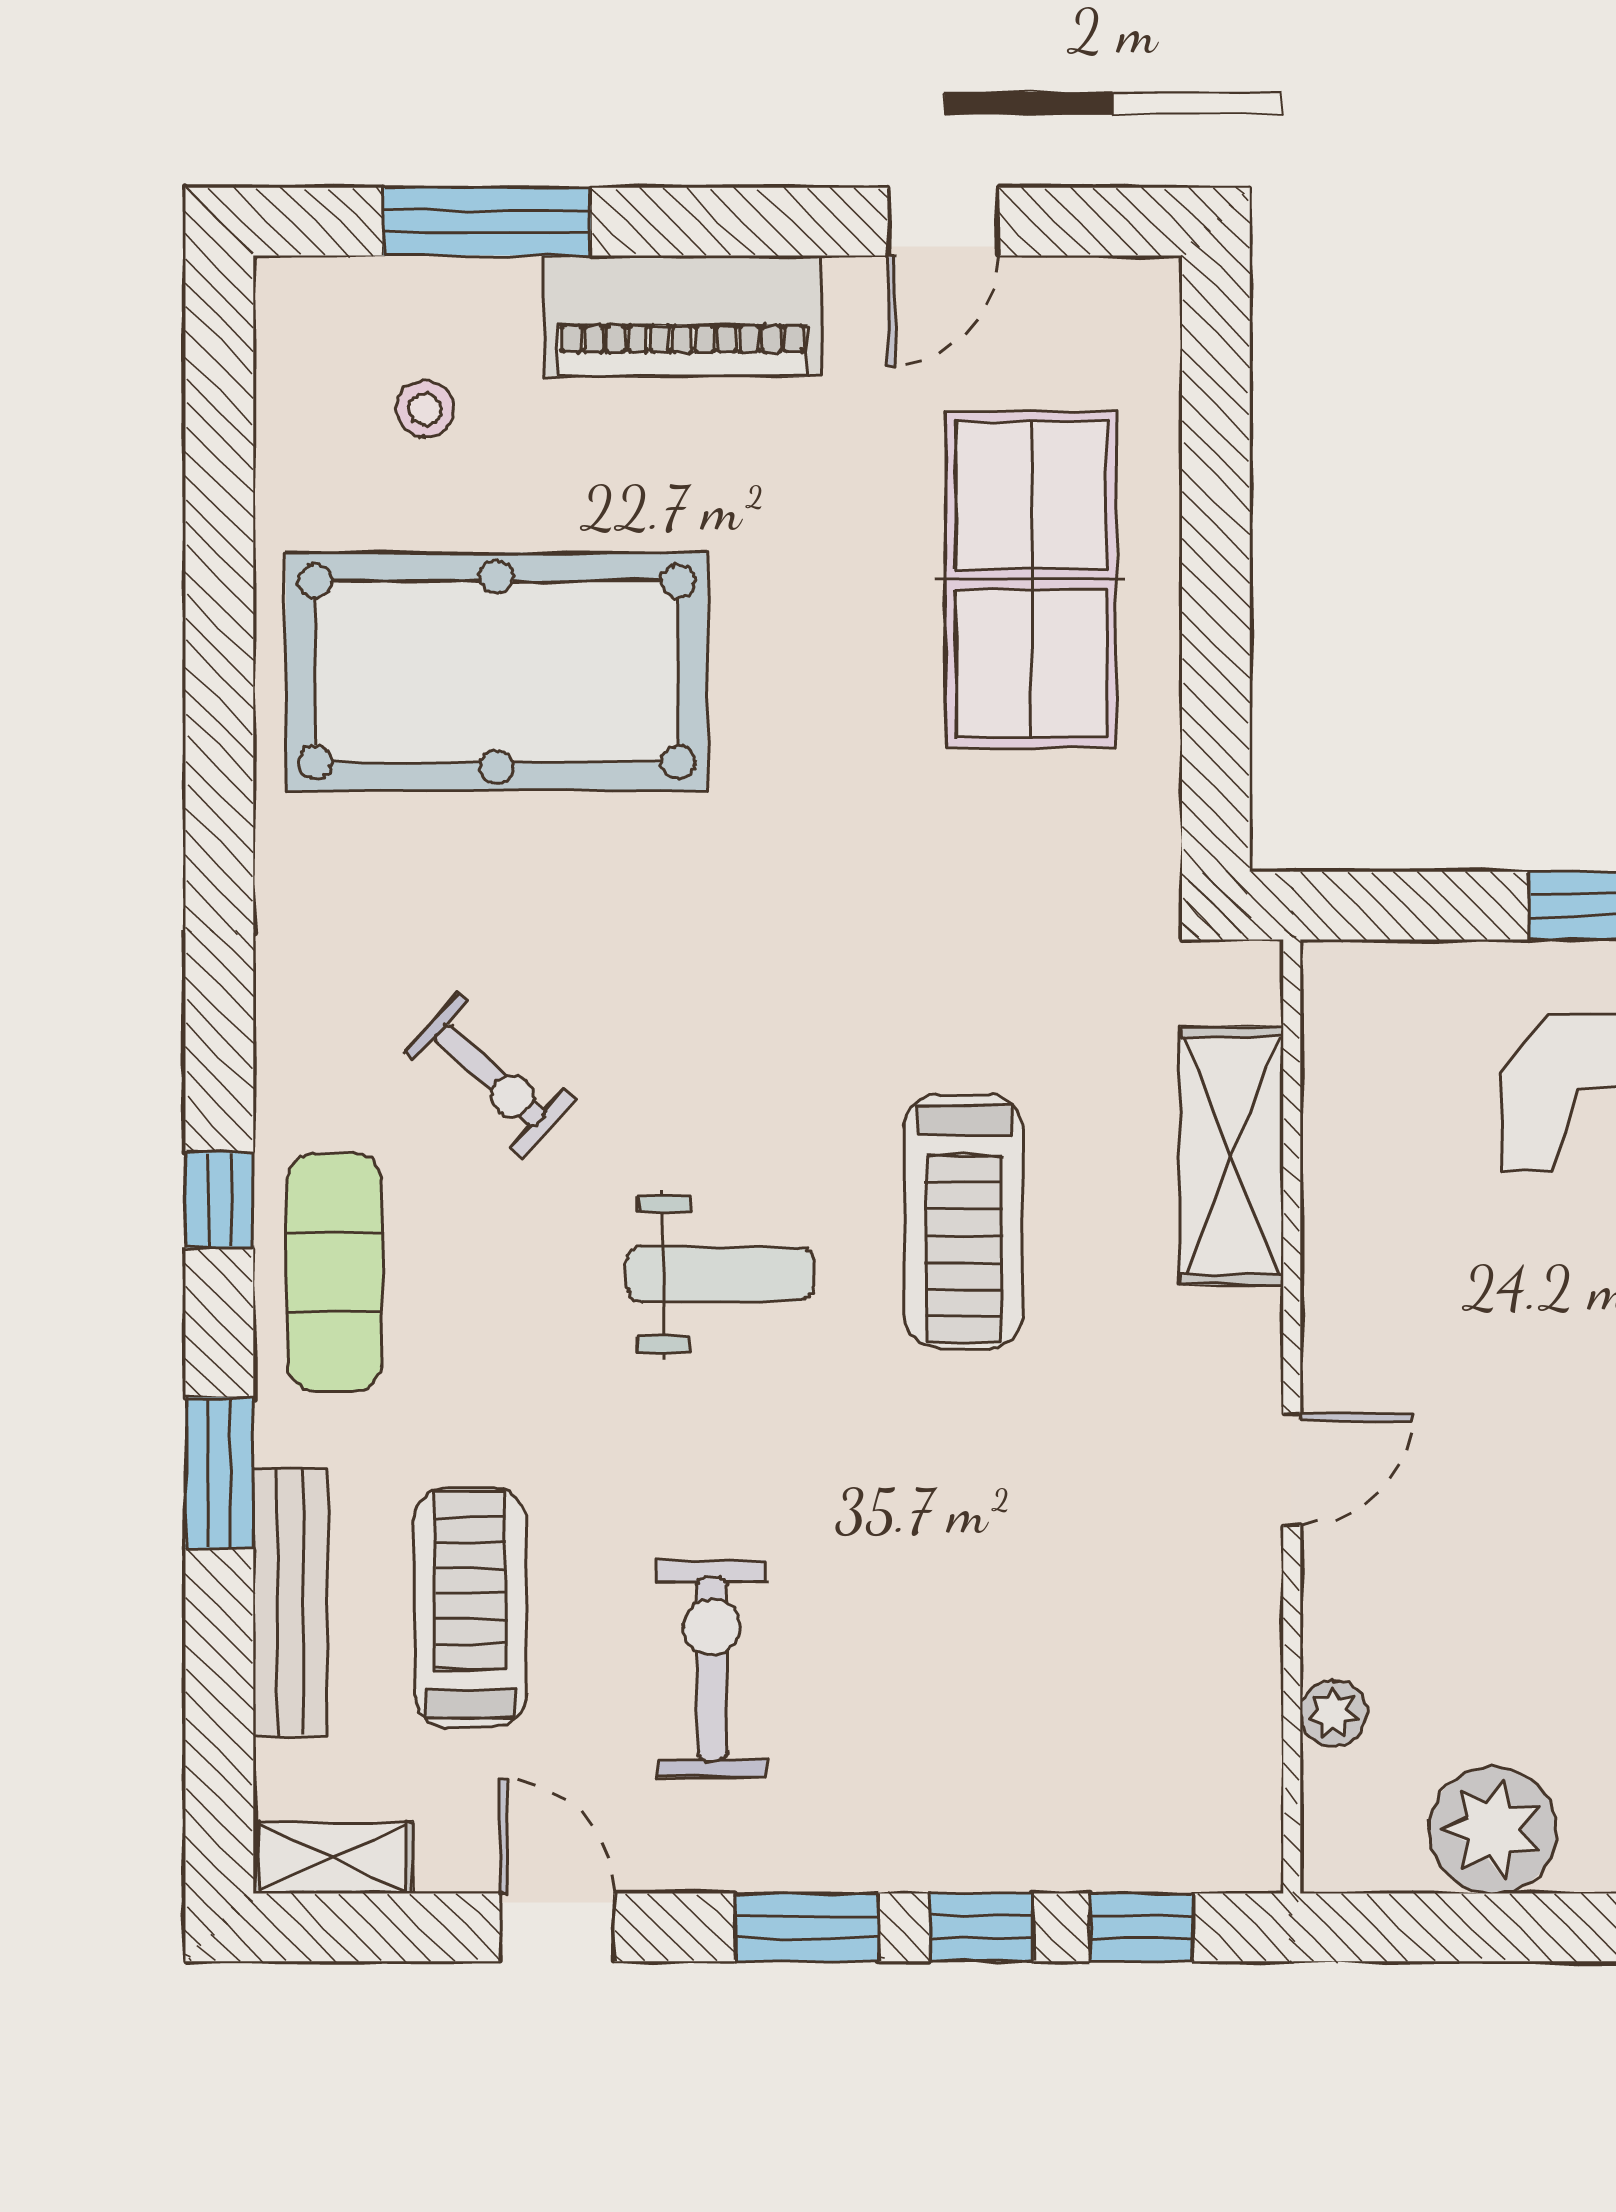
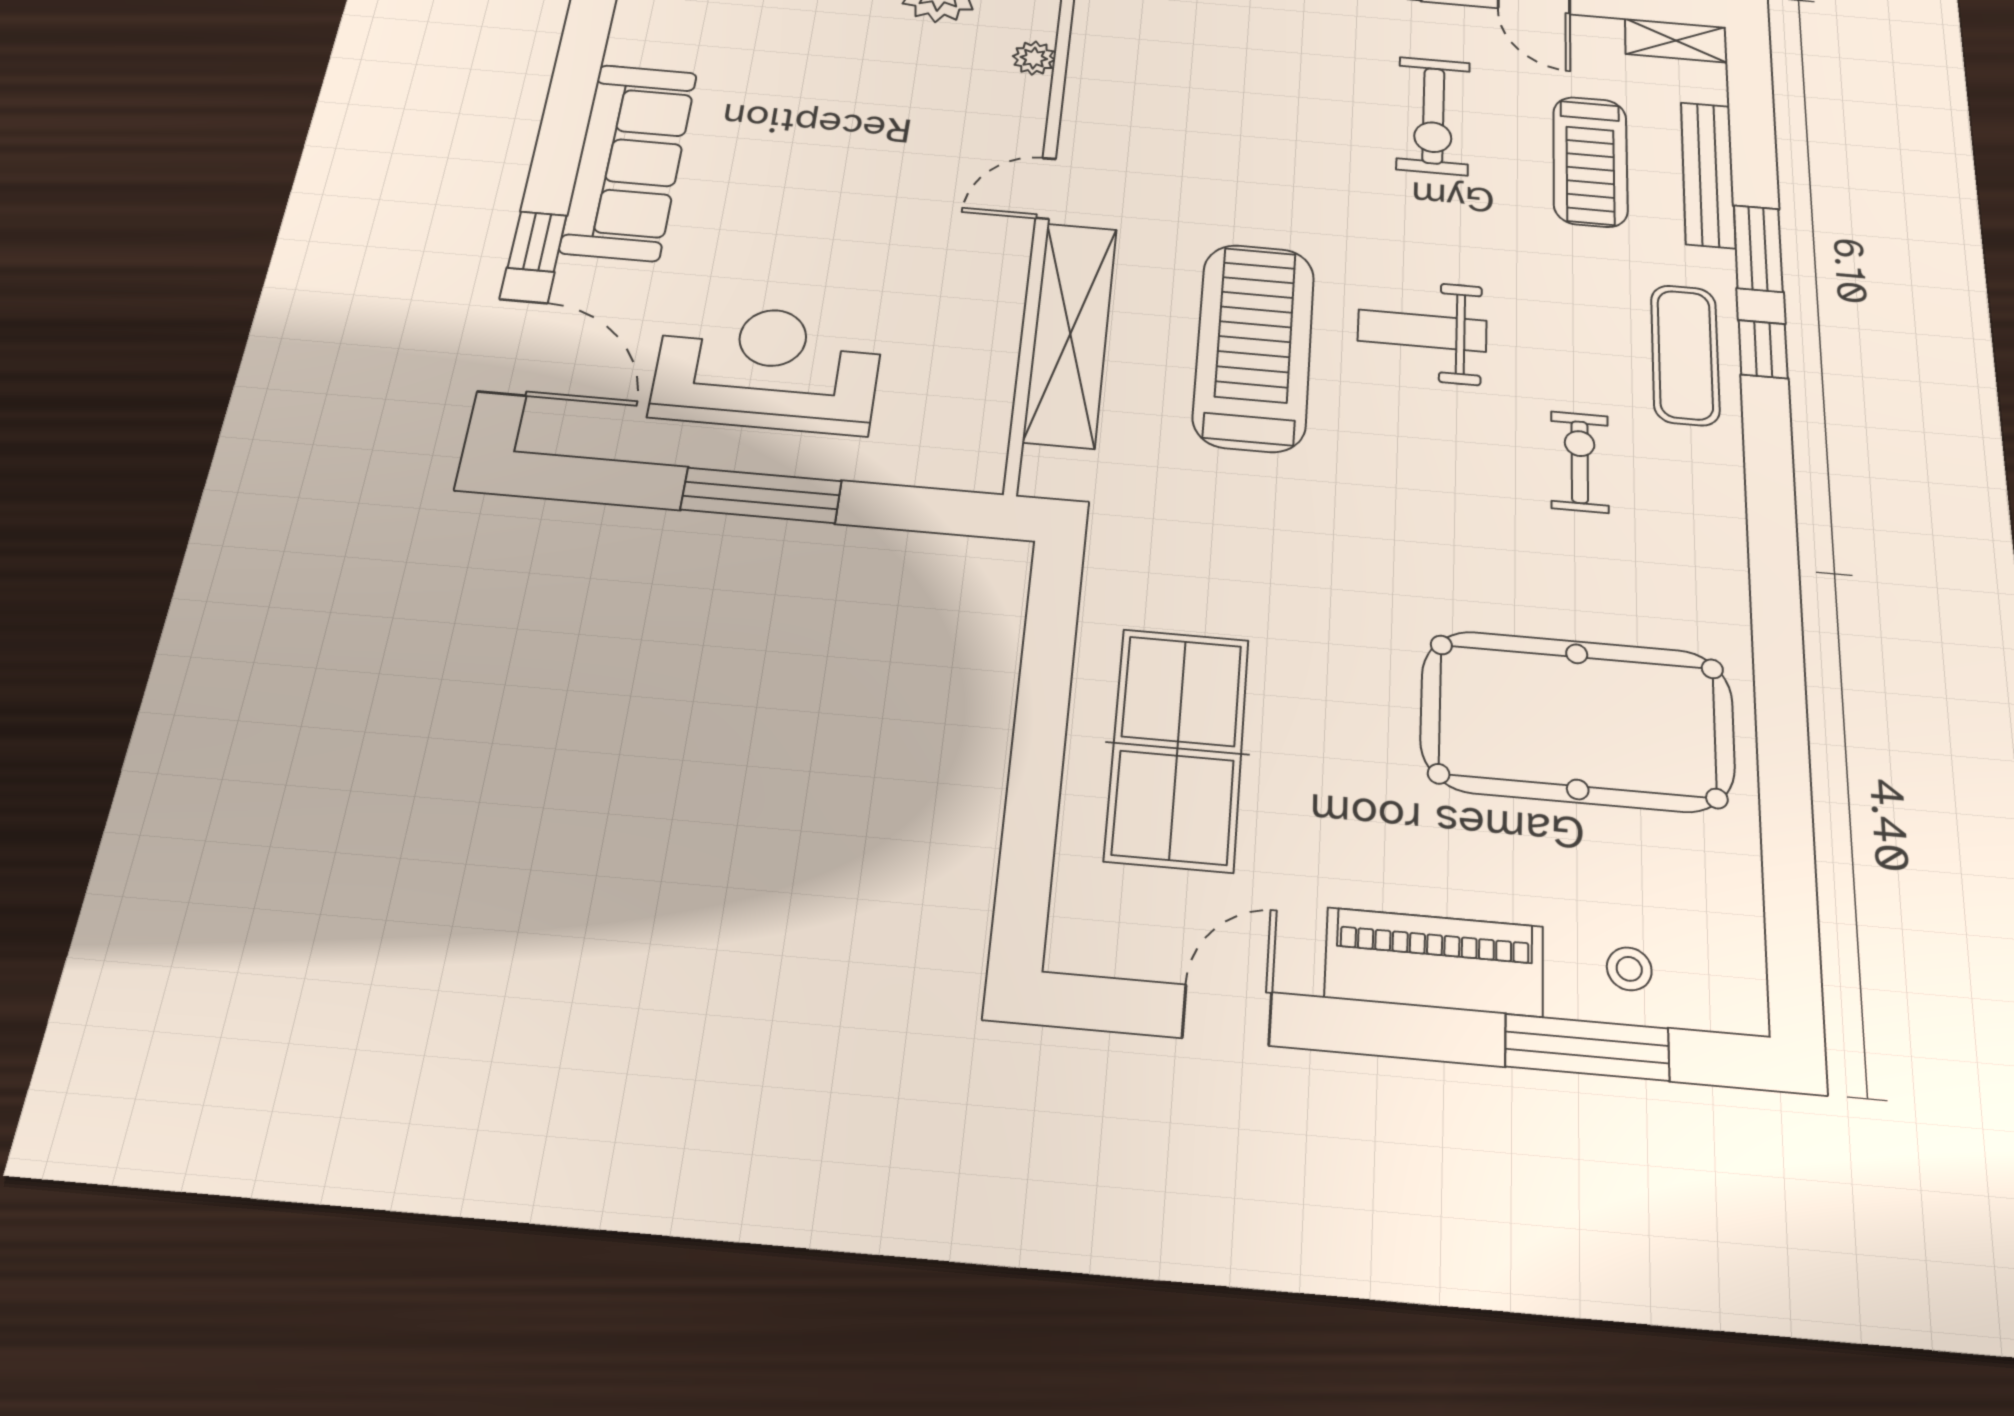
stool: (425, 409) -> (1629, 969), moved
exercise bike: (490, 1075) -> (1580, 462), turned 48
shelving: (1232, 1156) -> (1070, 334), width x1.47
window: (219, 1200) -> (1763, 349), moved
treadmill: (964, 1221) -> (1254, 347), width x1.37, depth x1.38

